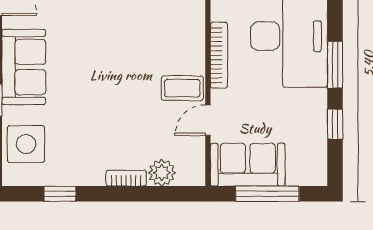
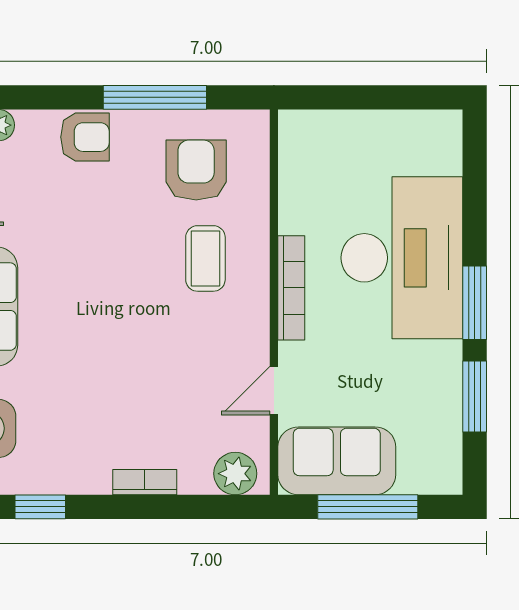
coffee table: (182, 88) -> (205, 258), moved, turned 90
window: (335, 124) -> (475, 397), width x1.50
plant: (162, 173) -> (235, 474), moved

